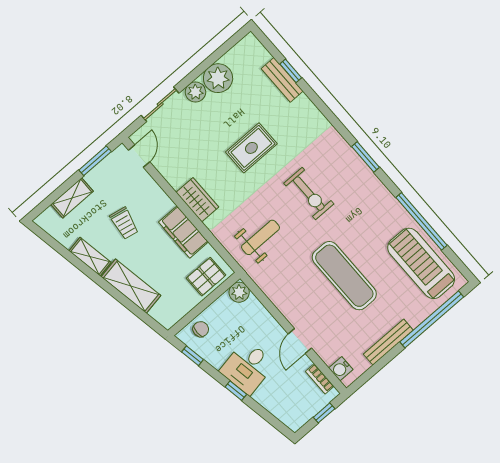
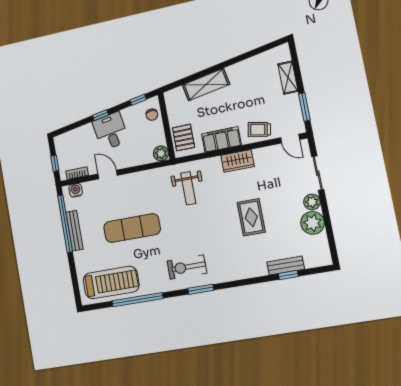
exercise bike: (309, 194) -> (187, 267), moved
trolley: (124, 223) -> (259, 130), moved
shelving: (90, 257) -> (241, 68), removed
window: (432, 319) -> (65, 224), moved

